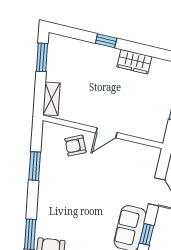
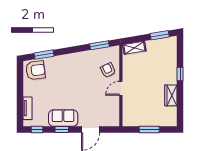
door: (106, 133) -> (121, 88), hinge flipped
window: (35, 166) -> (100, 45), moved

